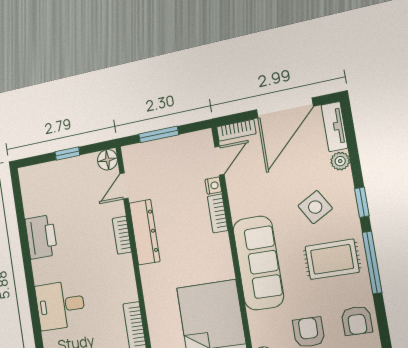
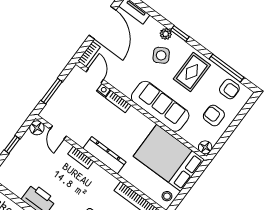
plant: (340, 161) -> (166, 34), moved
dresser: (145, 232) -> (104, 155), moved
window: (372, 262) -> (226, 68), moved

